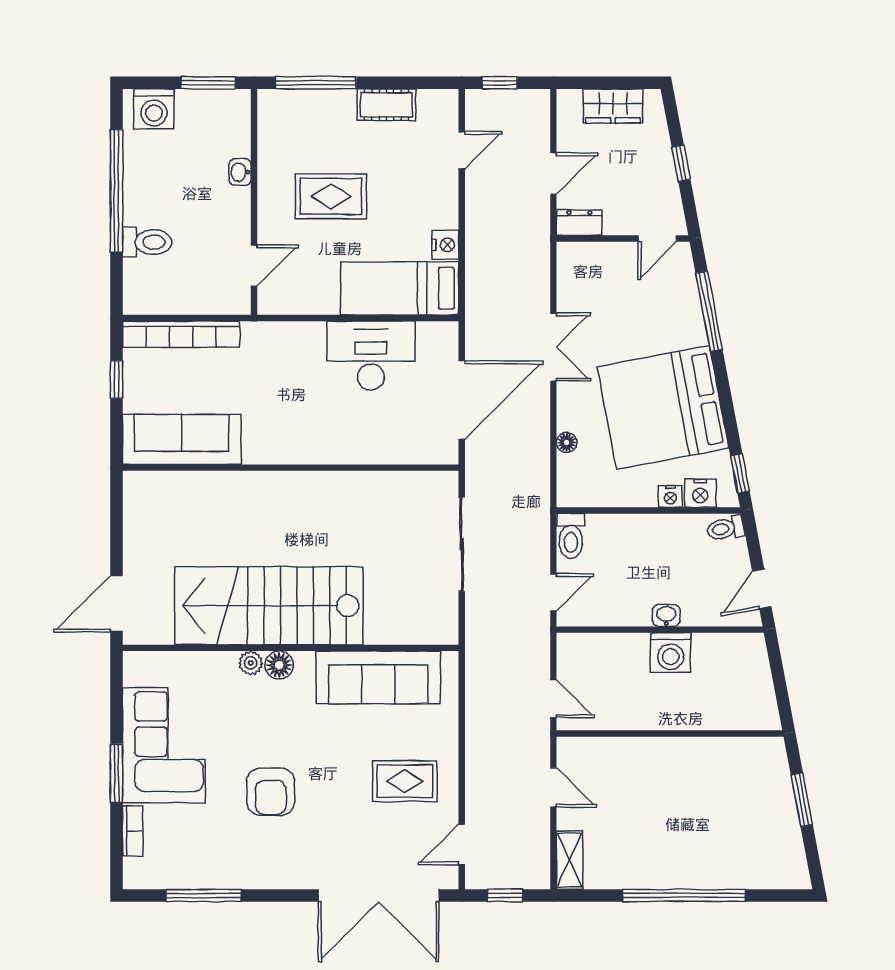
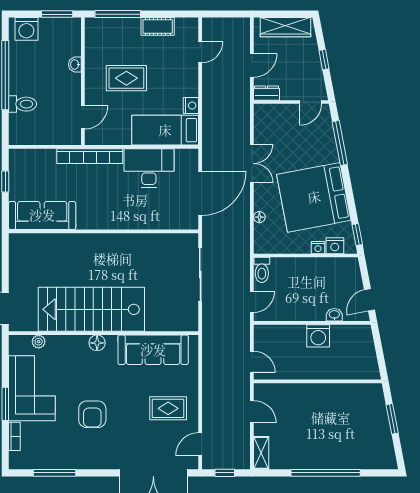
window: (500, 83) -> (222, 14), removed
wardrobe: (613, 106) -> (286, 27), width x1.50
bookcase: (181, 334) -> (90, 156), moved
toilet: (726, 528) -> (349, 266), removed
washbasin: (666, 615) -> (334, 315), moved
plant: (251, 663) -> (39, 342), moved

